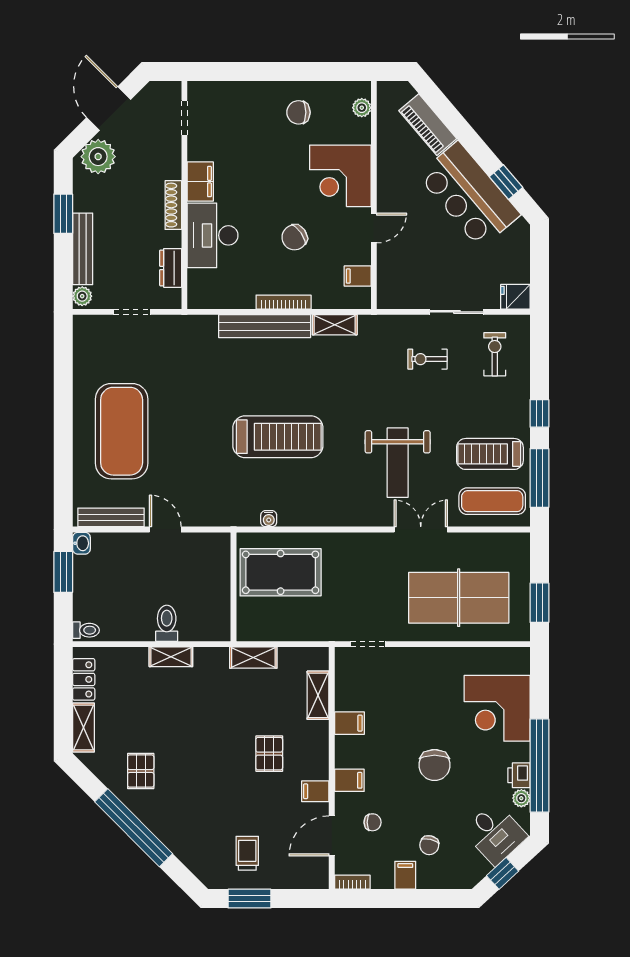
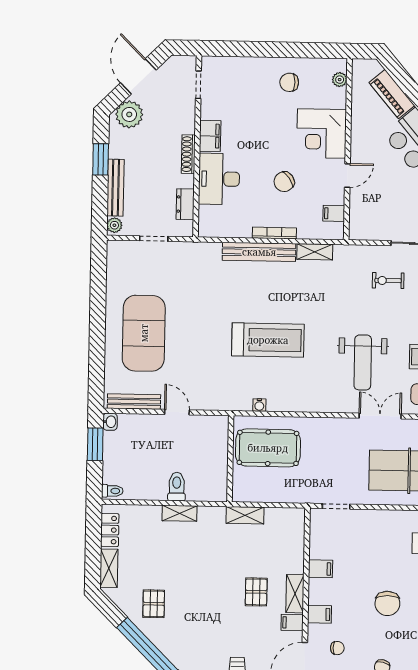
shelving: (318, 695) -> (295, 594), moved

